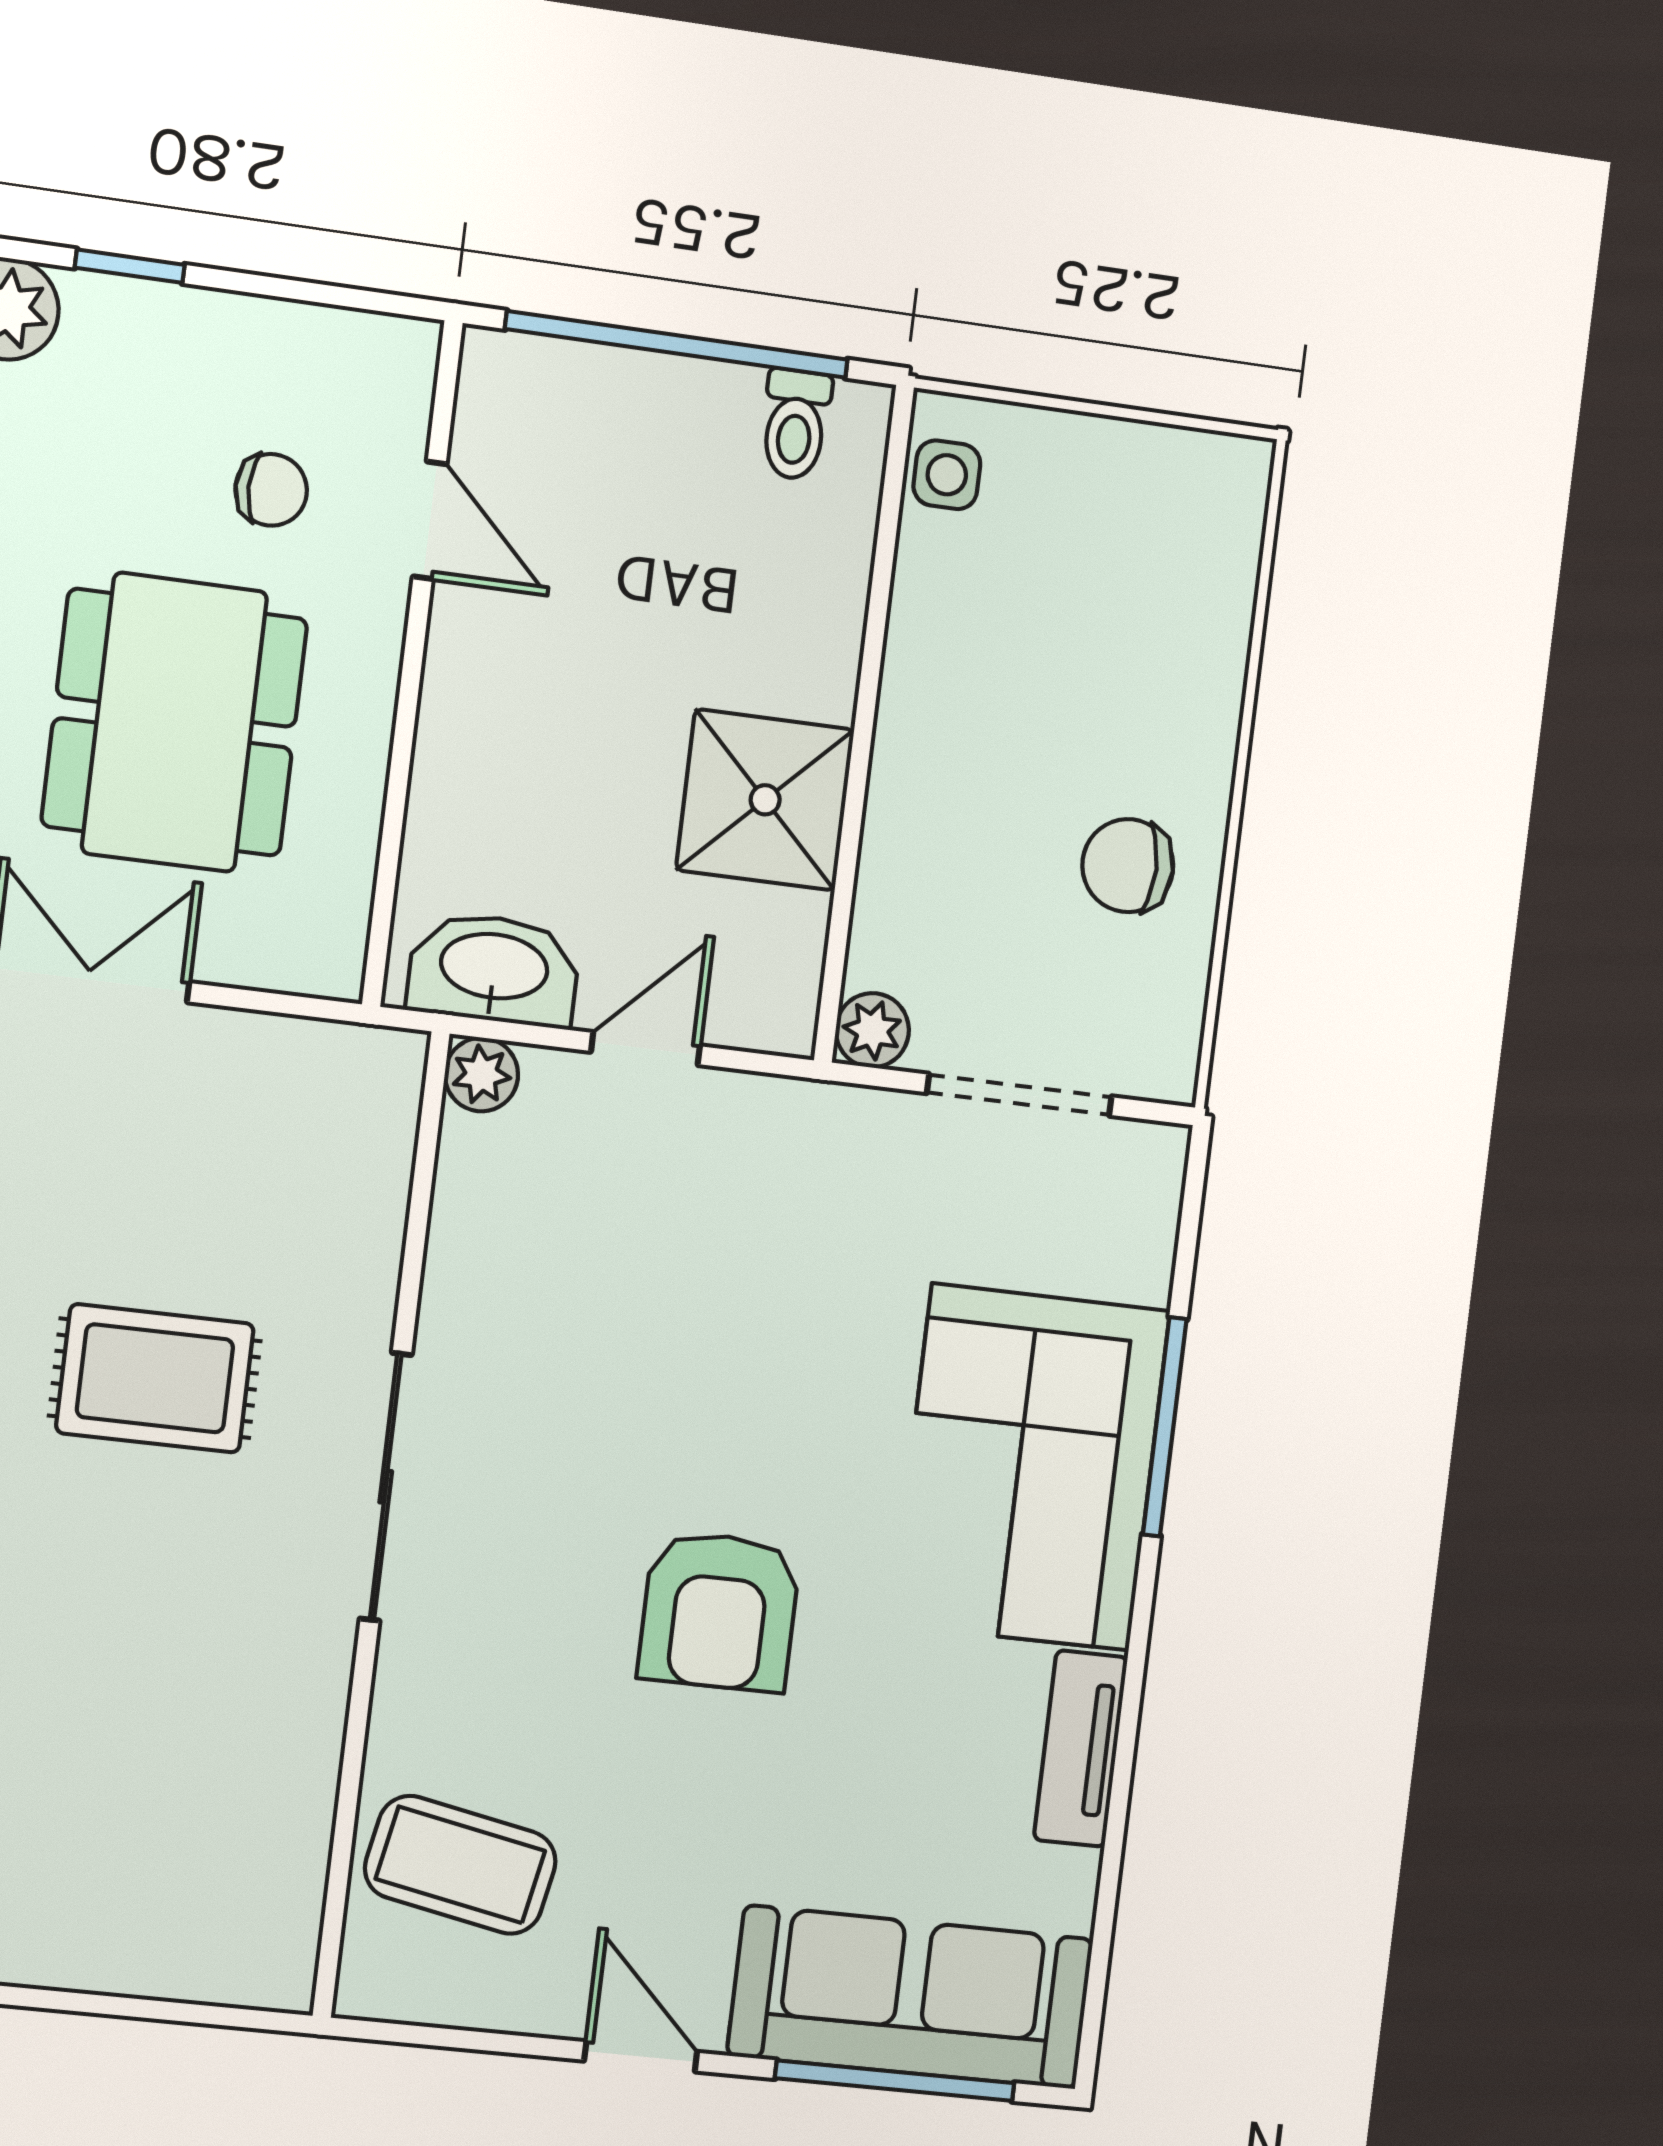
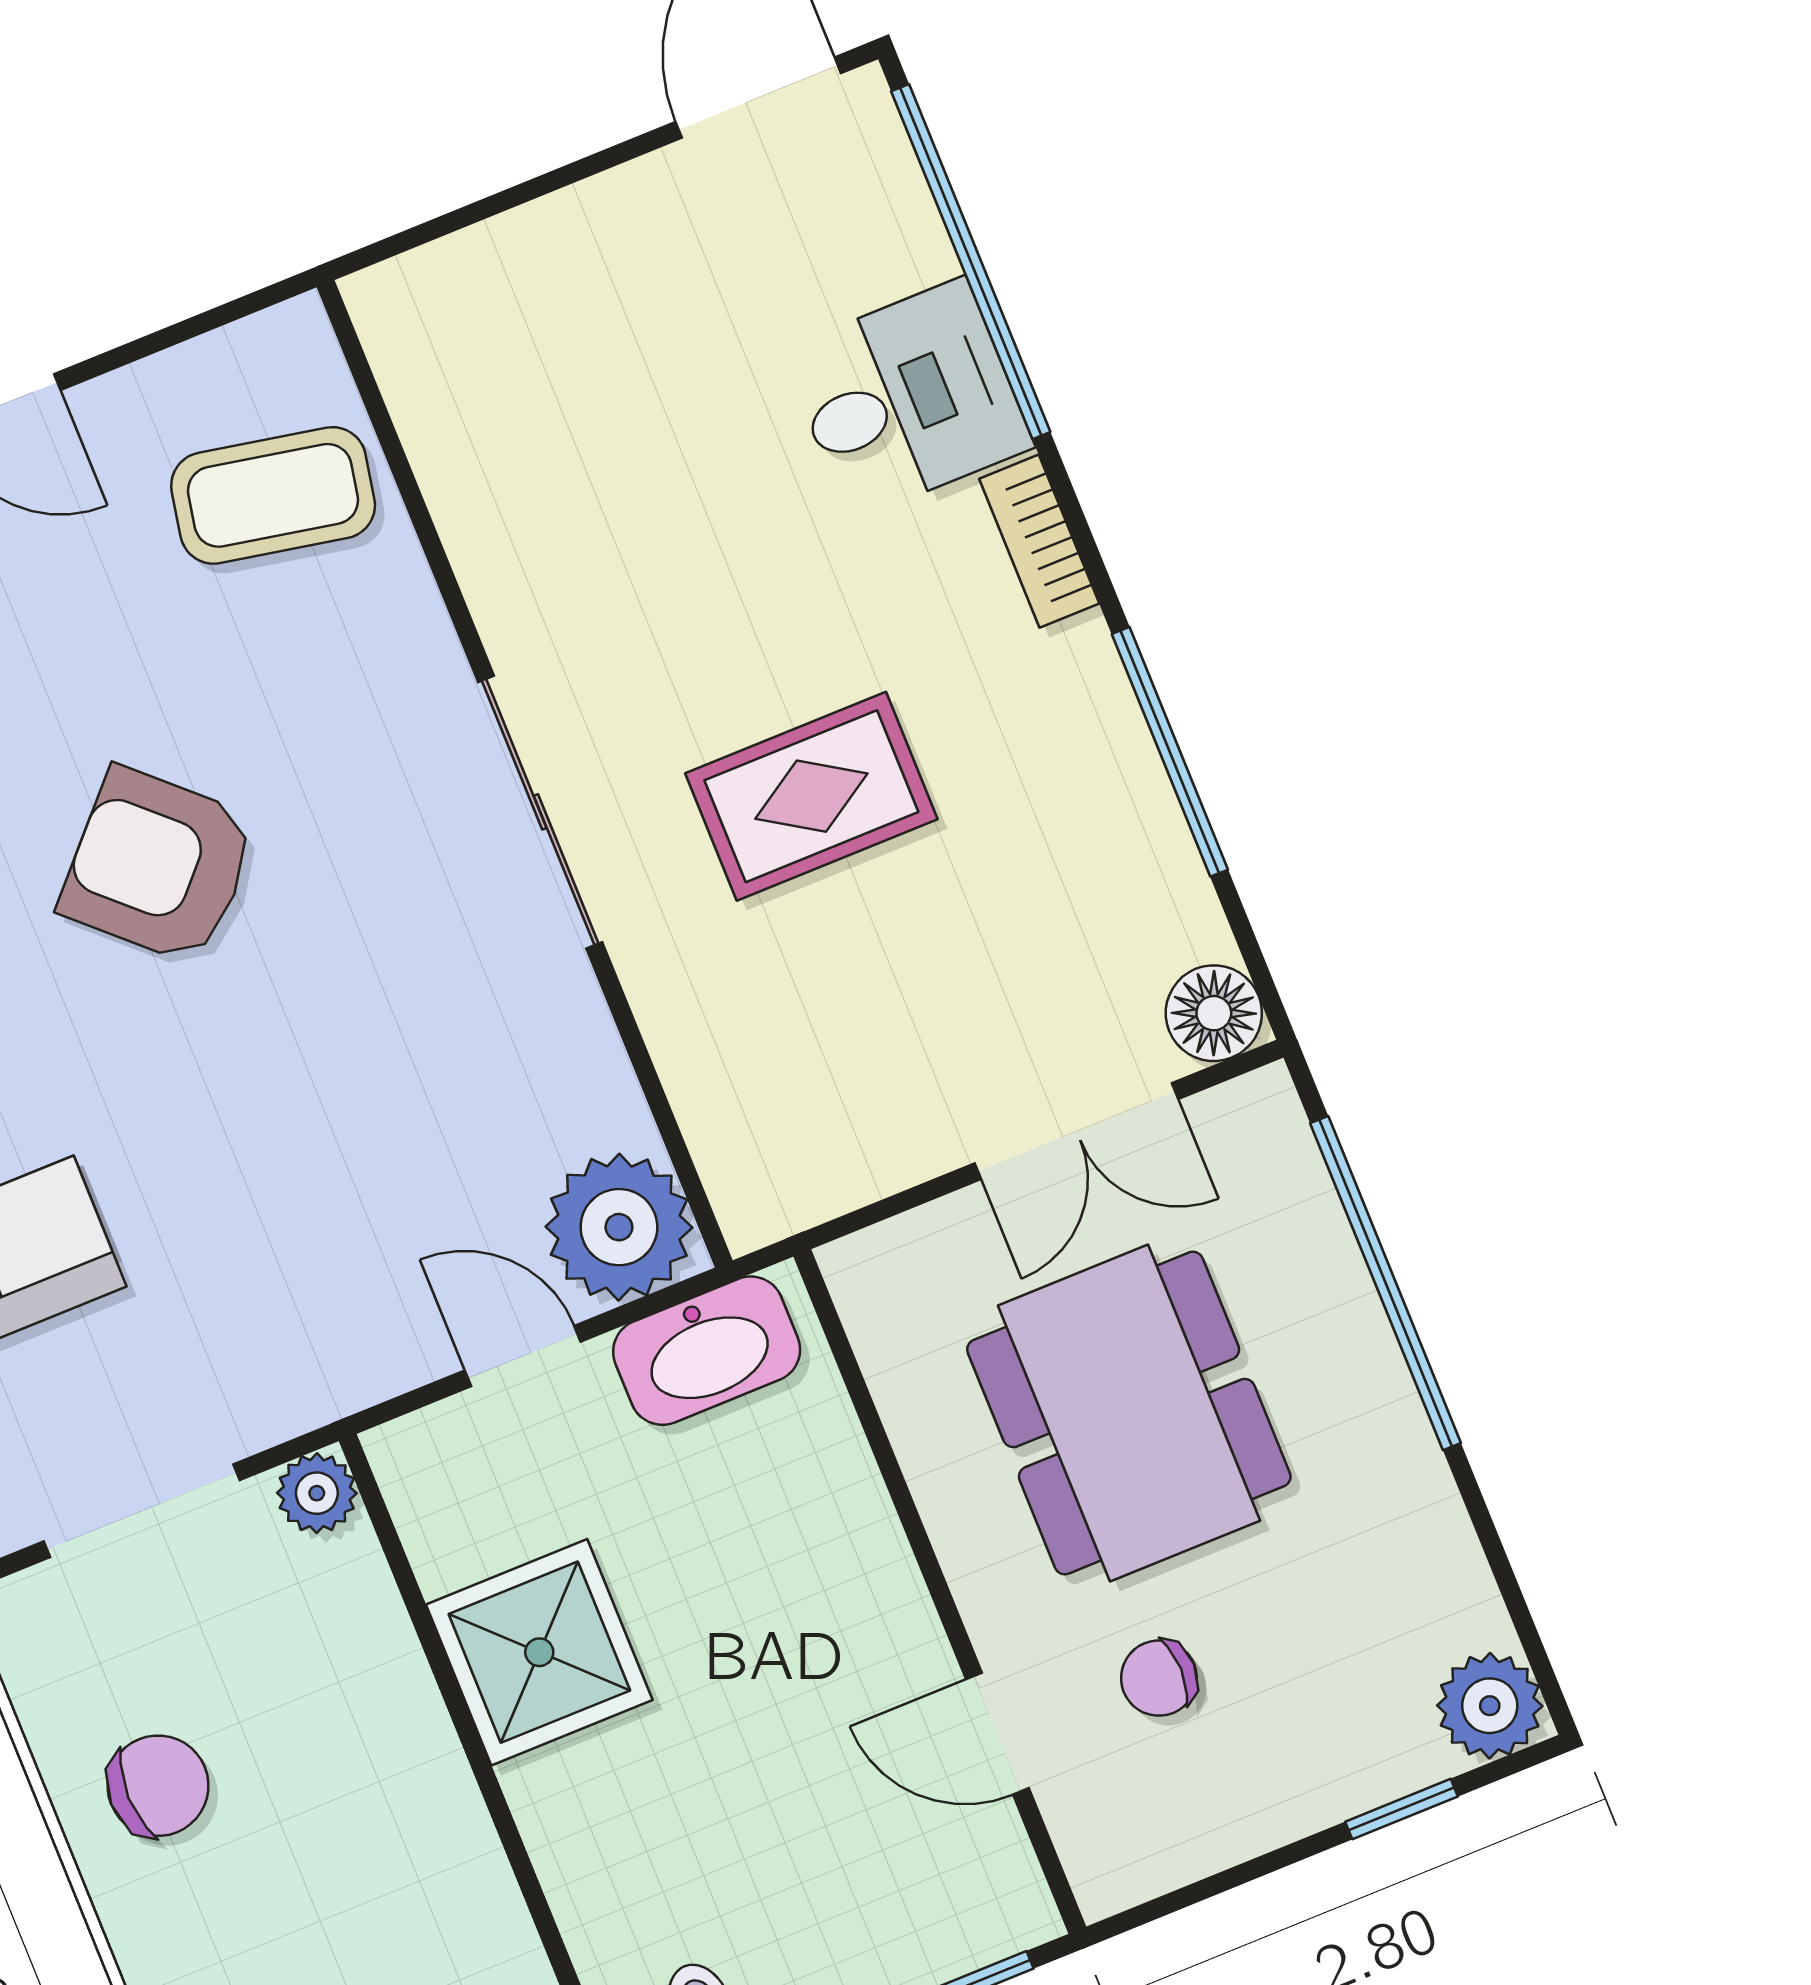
door: (646, 1049) -> (523, 1356), swing flipped
plant: (481, 1075) -> (619, 1227), width x1.88, depth x1.88
armchair: (719, 1611) -> (158, 866), turned -47

